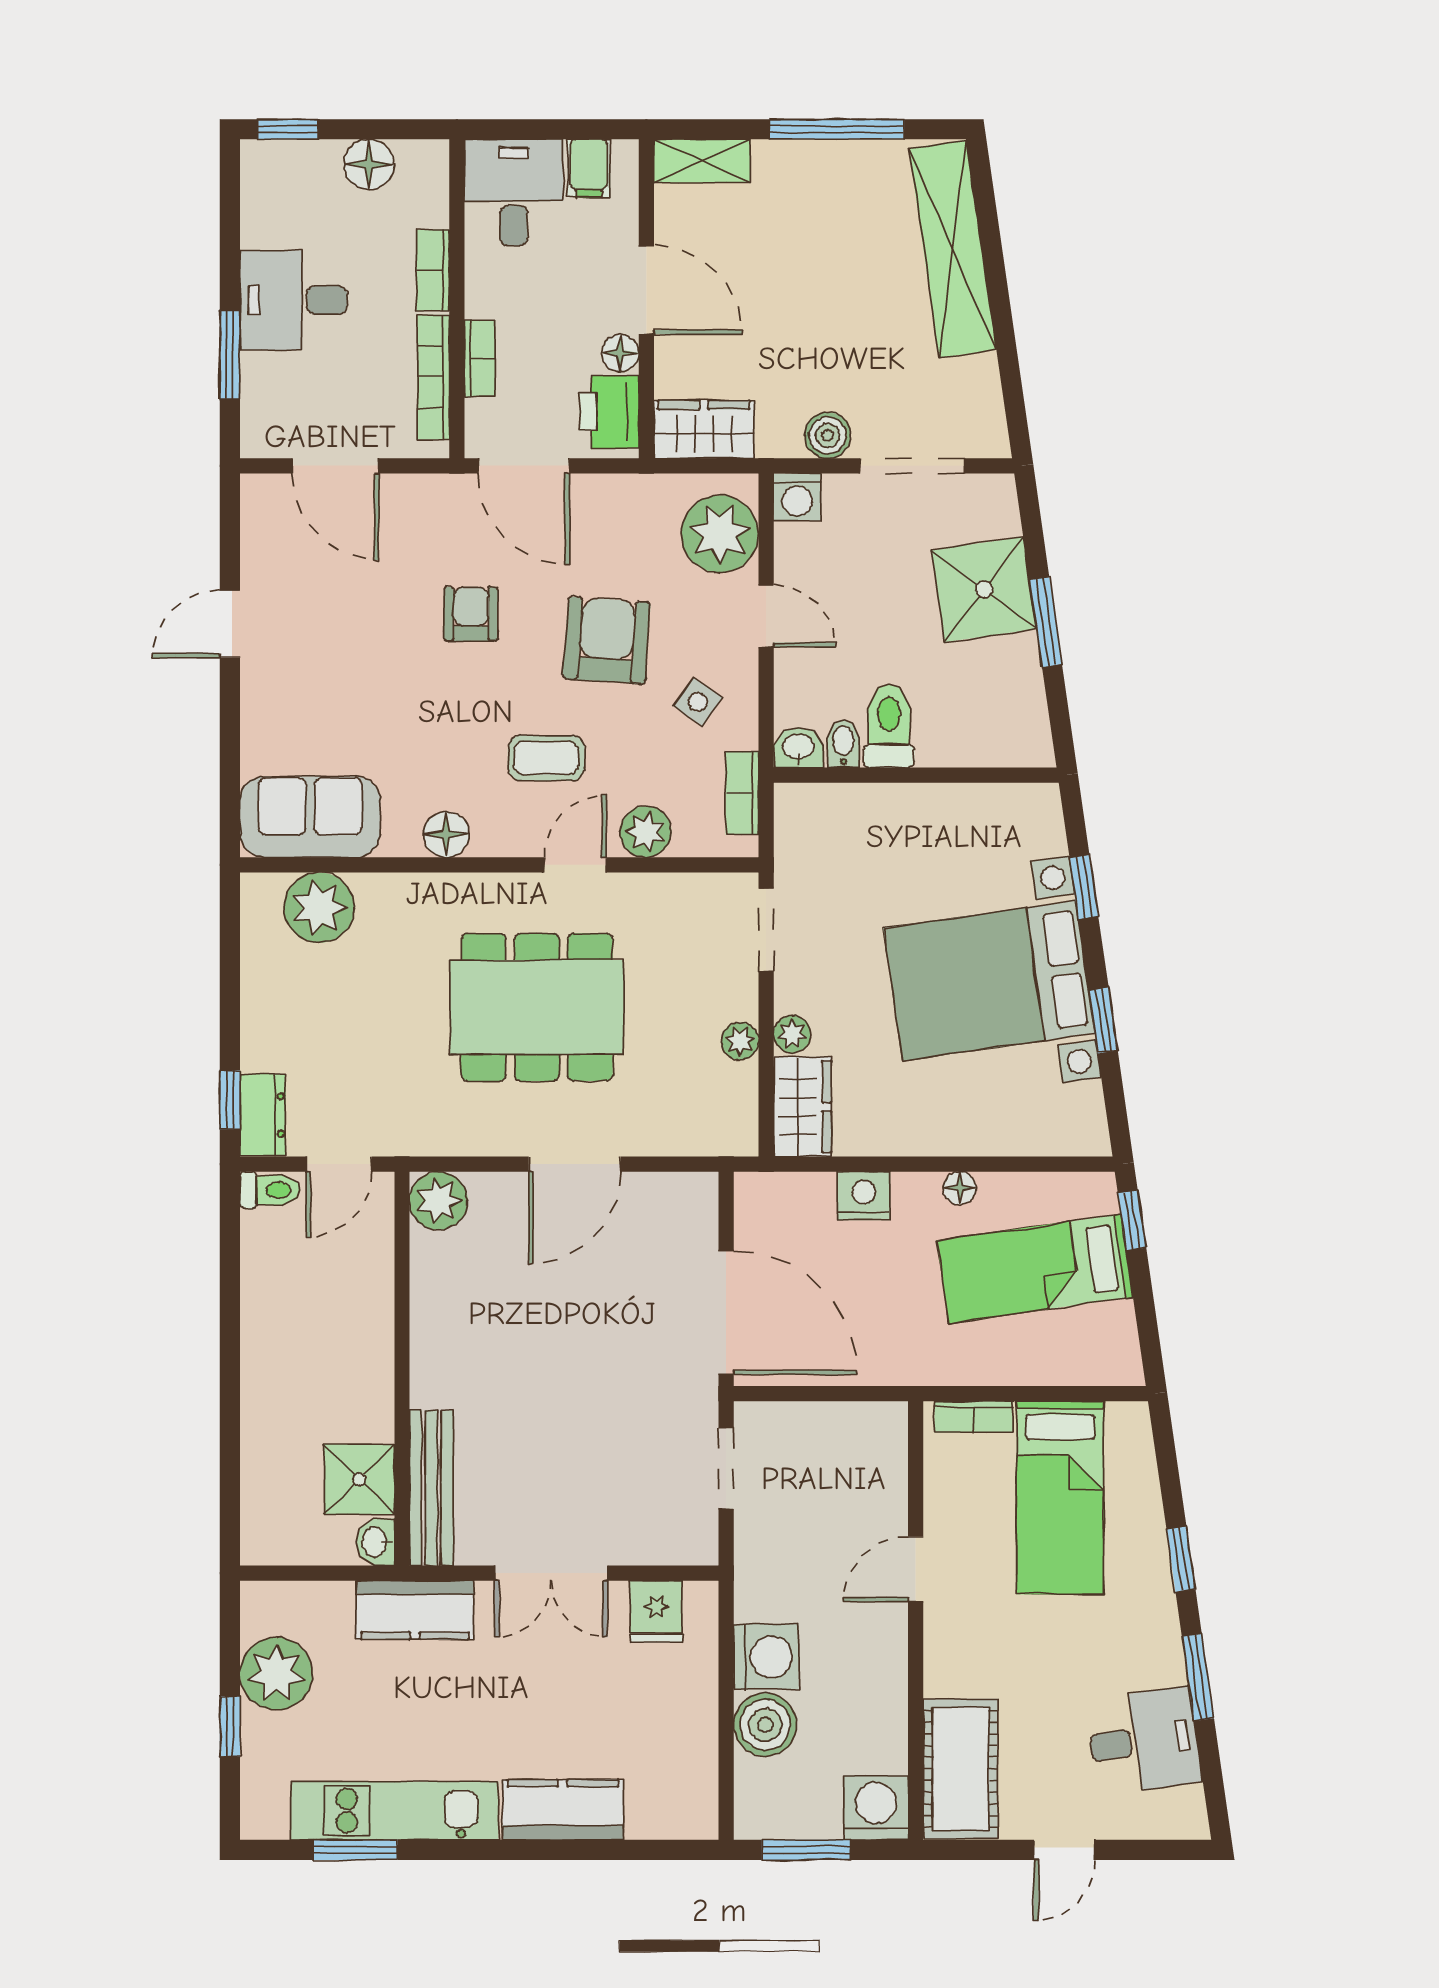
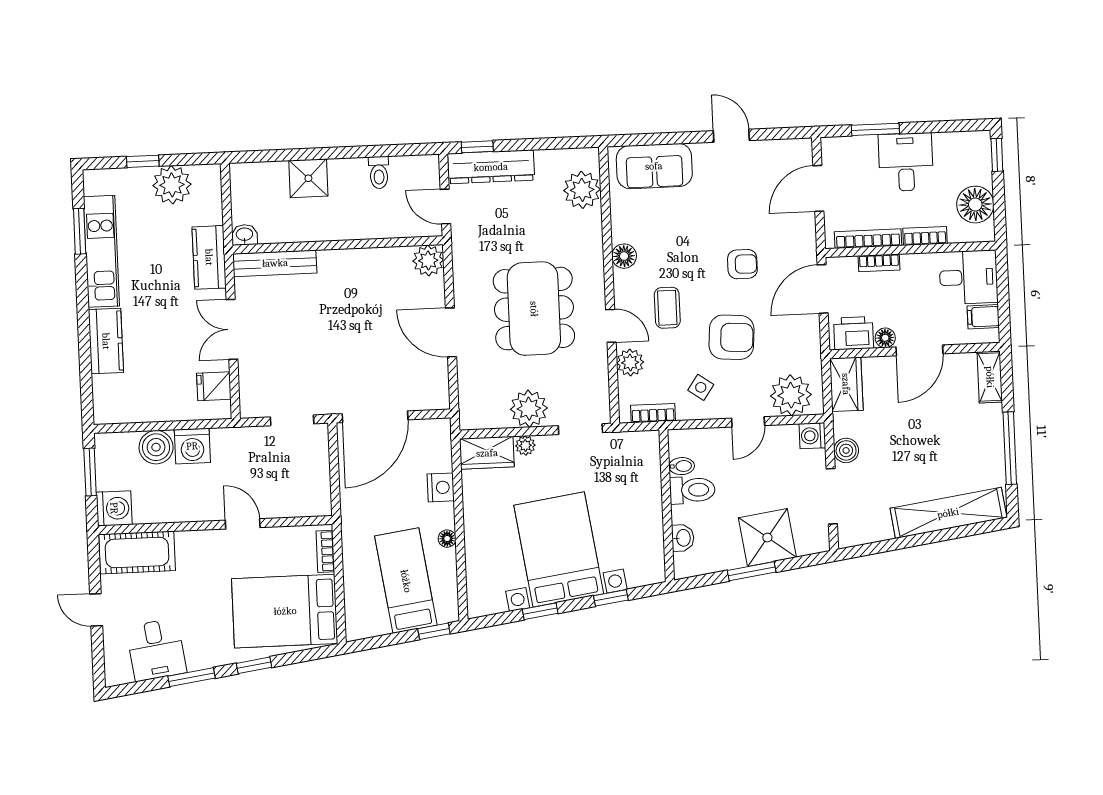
floor lamp: (369, 164) -> (975, 205), width x1.38, depth x1.38
washbasin: (798, 748) -> (683, 538), moved
sofa: (310, 817) -> (654, 166), moved, turned 90
plant: (740, 1041) -> (529, 409), width x1.88, depth x1.88
dresser: (263, 1115) -> (491, 167), width x1.96, depth x1.24
toilet: (270, 1190) -> (379, 172), moved
shower: (359, 1479) -> (308, 178), moved
bed: (1060, 1498) -> (285, 611), width x1.50

